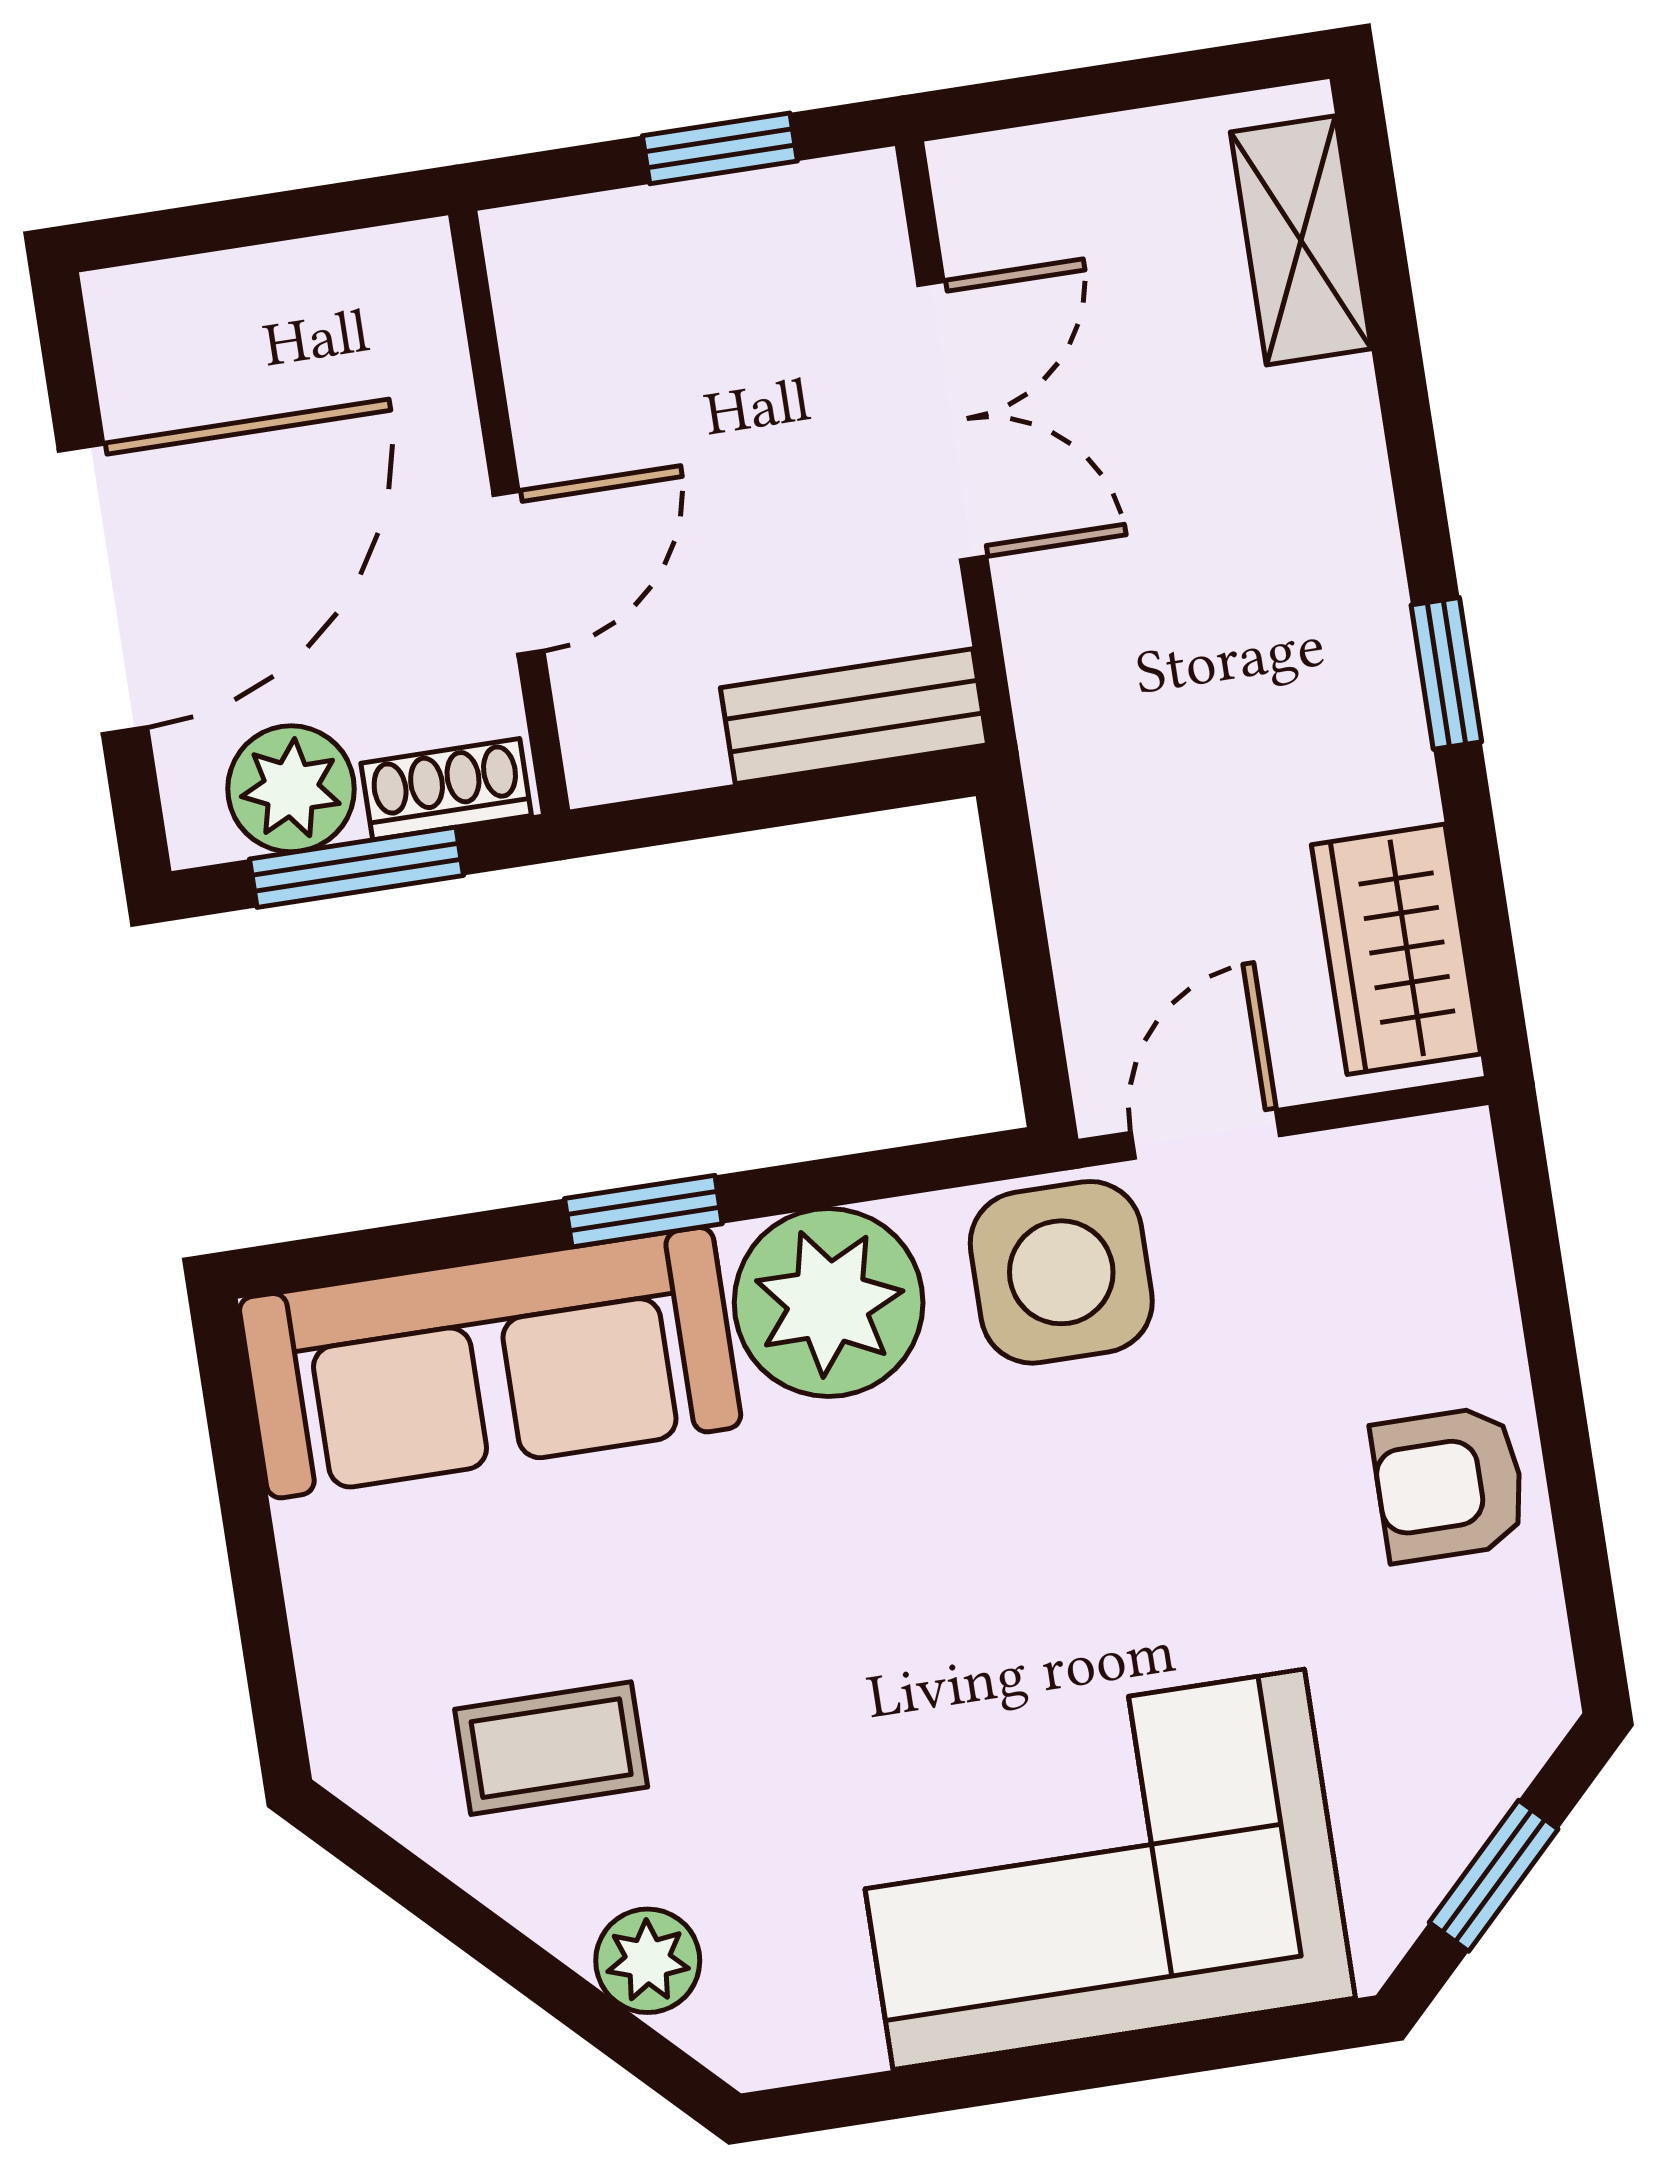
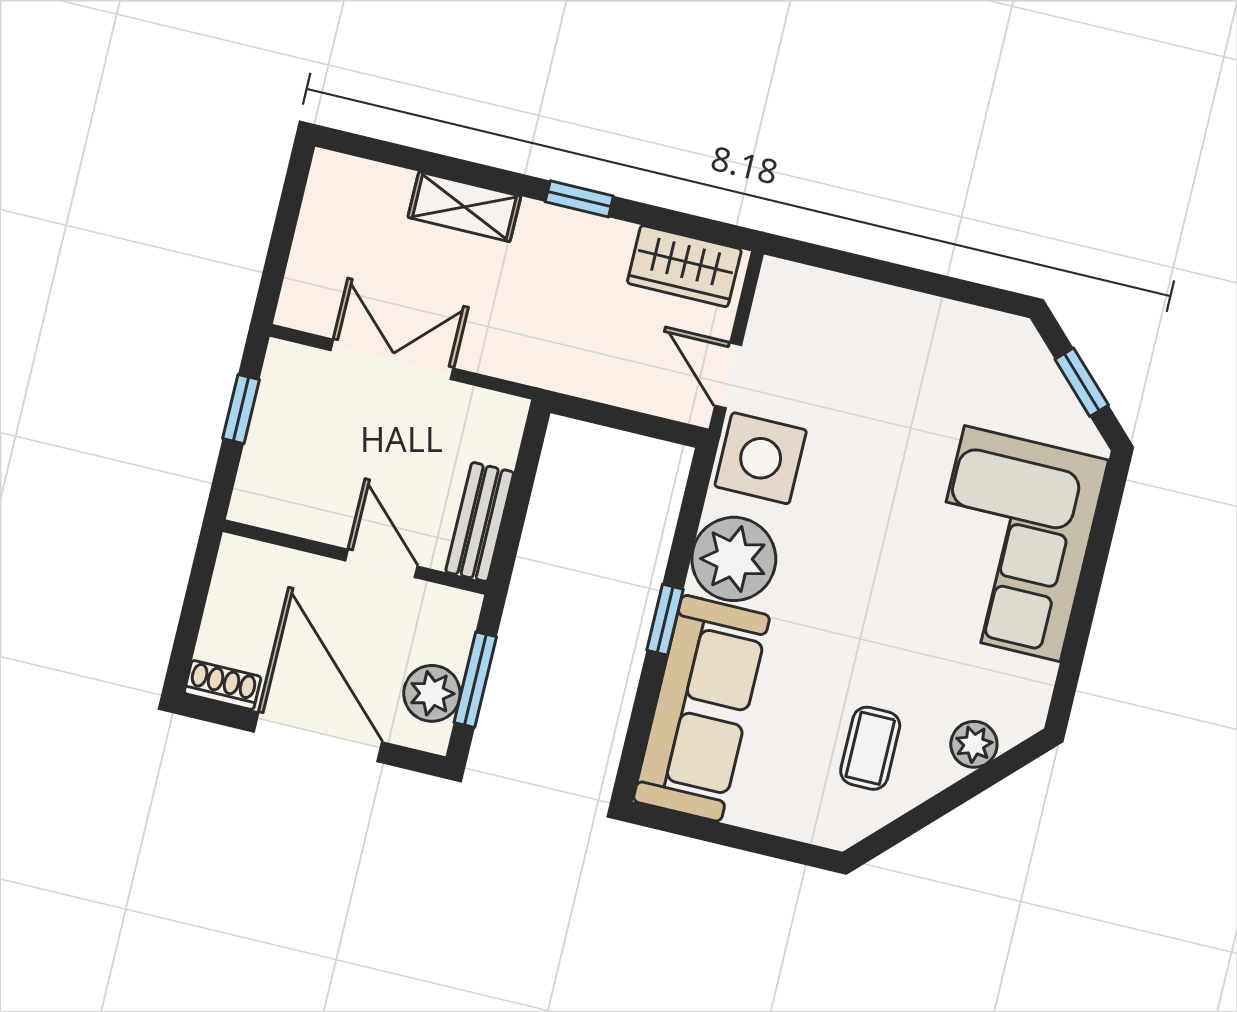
shelving: (1301, 240) -> (464, 207), moved
bench: (854, 716) -> (480, 522), moved
shoe rack: (446, 789) -> (223, 685), moved, turned 90
armchair: (1449, 1484) -> (913, 334), removed

